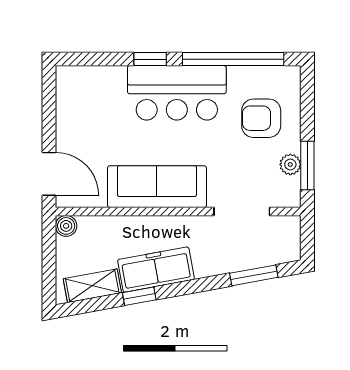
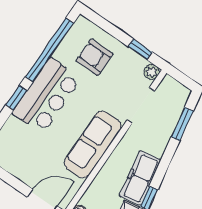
armchair: (261, 118) -> (95, 57), turned 90
plant: (290, 164) -> (152, 72), moved
window: (307, 165) -> (140, 49), width x0.67

